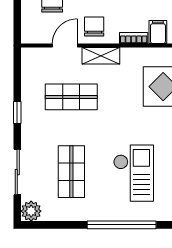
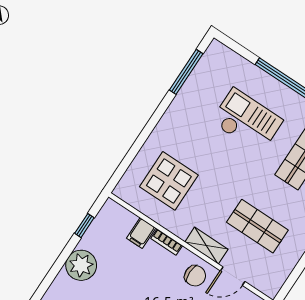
chair: (94, 26) -> (195, 276), turned -90
checkout: (133, 173) -> (247, 121), turned 90

